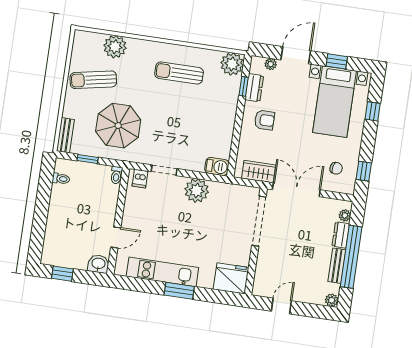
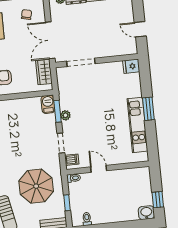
window: (205, 176) -> (58, 111), added
plant: (197, 191) -> (65, 115), width x0.53, depth x0.53
doorway: (259, 221) -> (81, 62), width x0.73
door: (116, 237) -> (99, 169), moved
washbasin: (98, 264) -> (146, 213), moved, turned 90
fridge: (231, 278) -> (131, 66), width x0.53, depth x0.75

